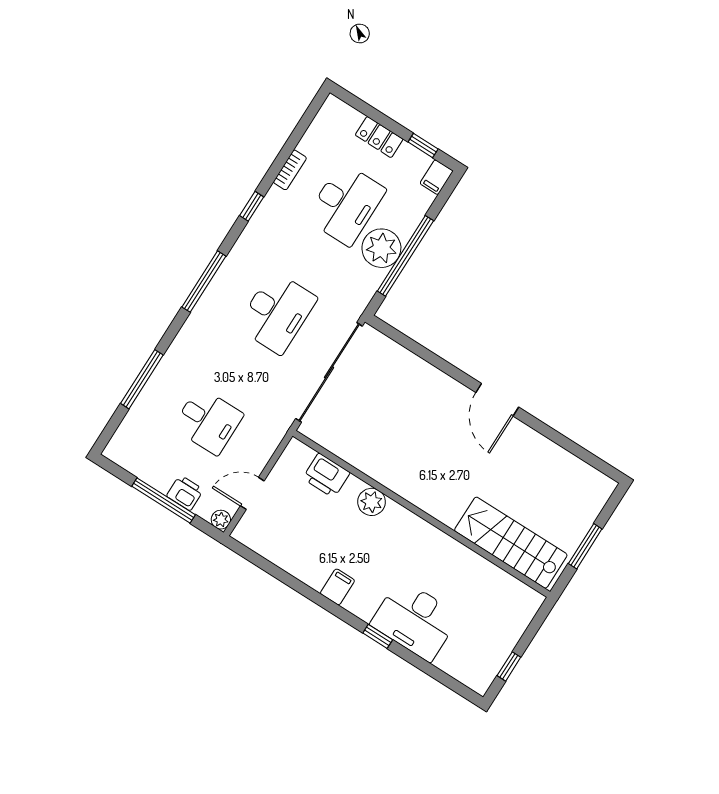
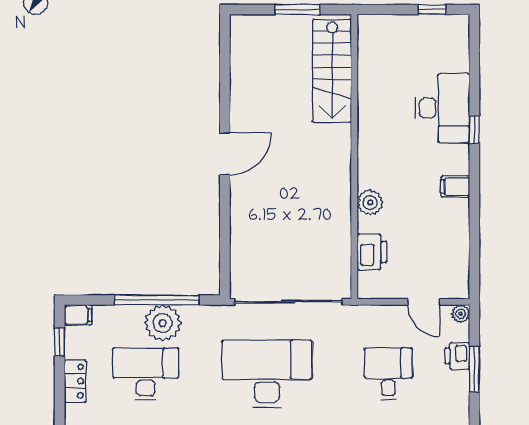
desk: (277, 313) -> (267, 374), width x1.36, depth x1.30
window: (164, 501) -> (474, 369), width x0.69

